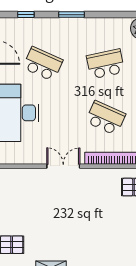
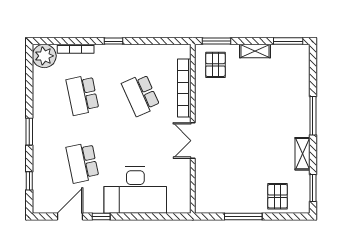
school desk: (43, 64) -> (82, 163), turned -36
school desk: (106, 118) -> (141, 95), turned -48

